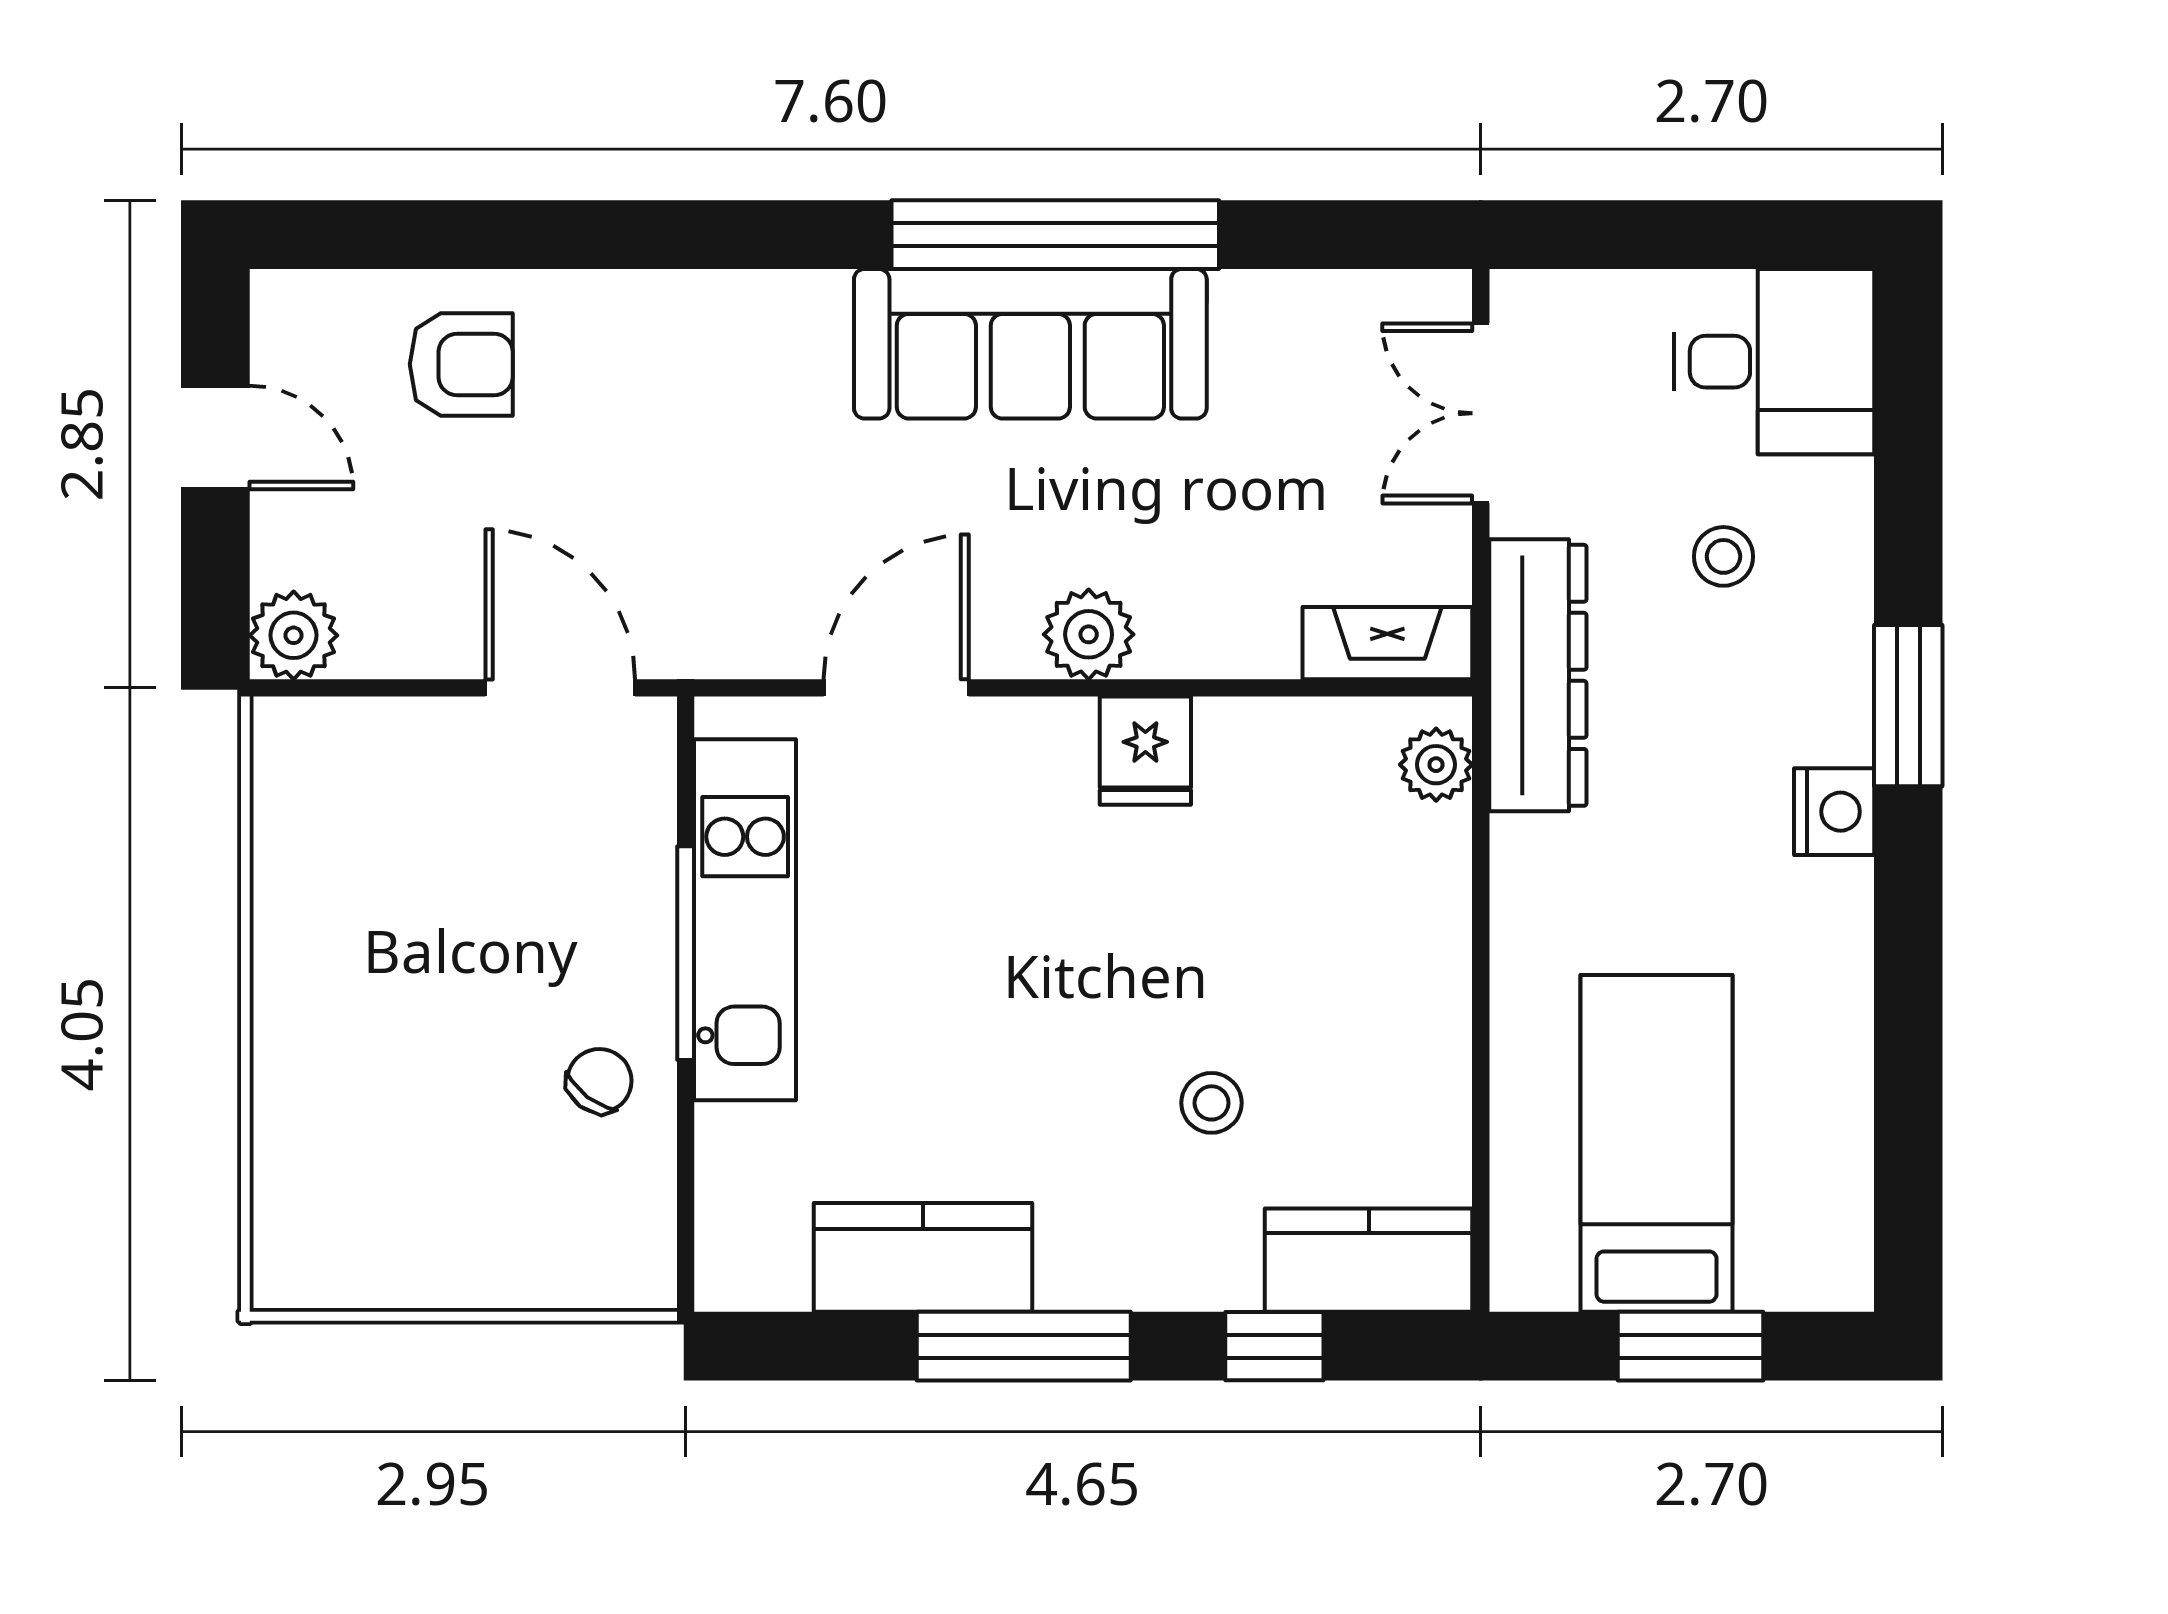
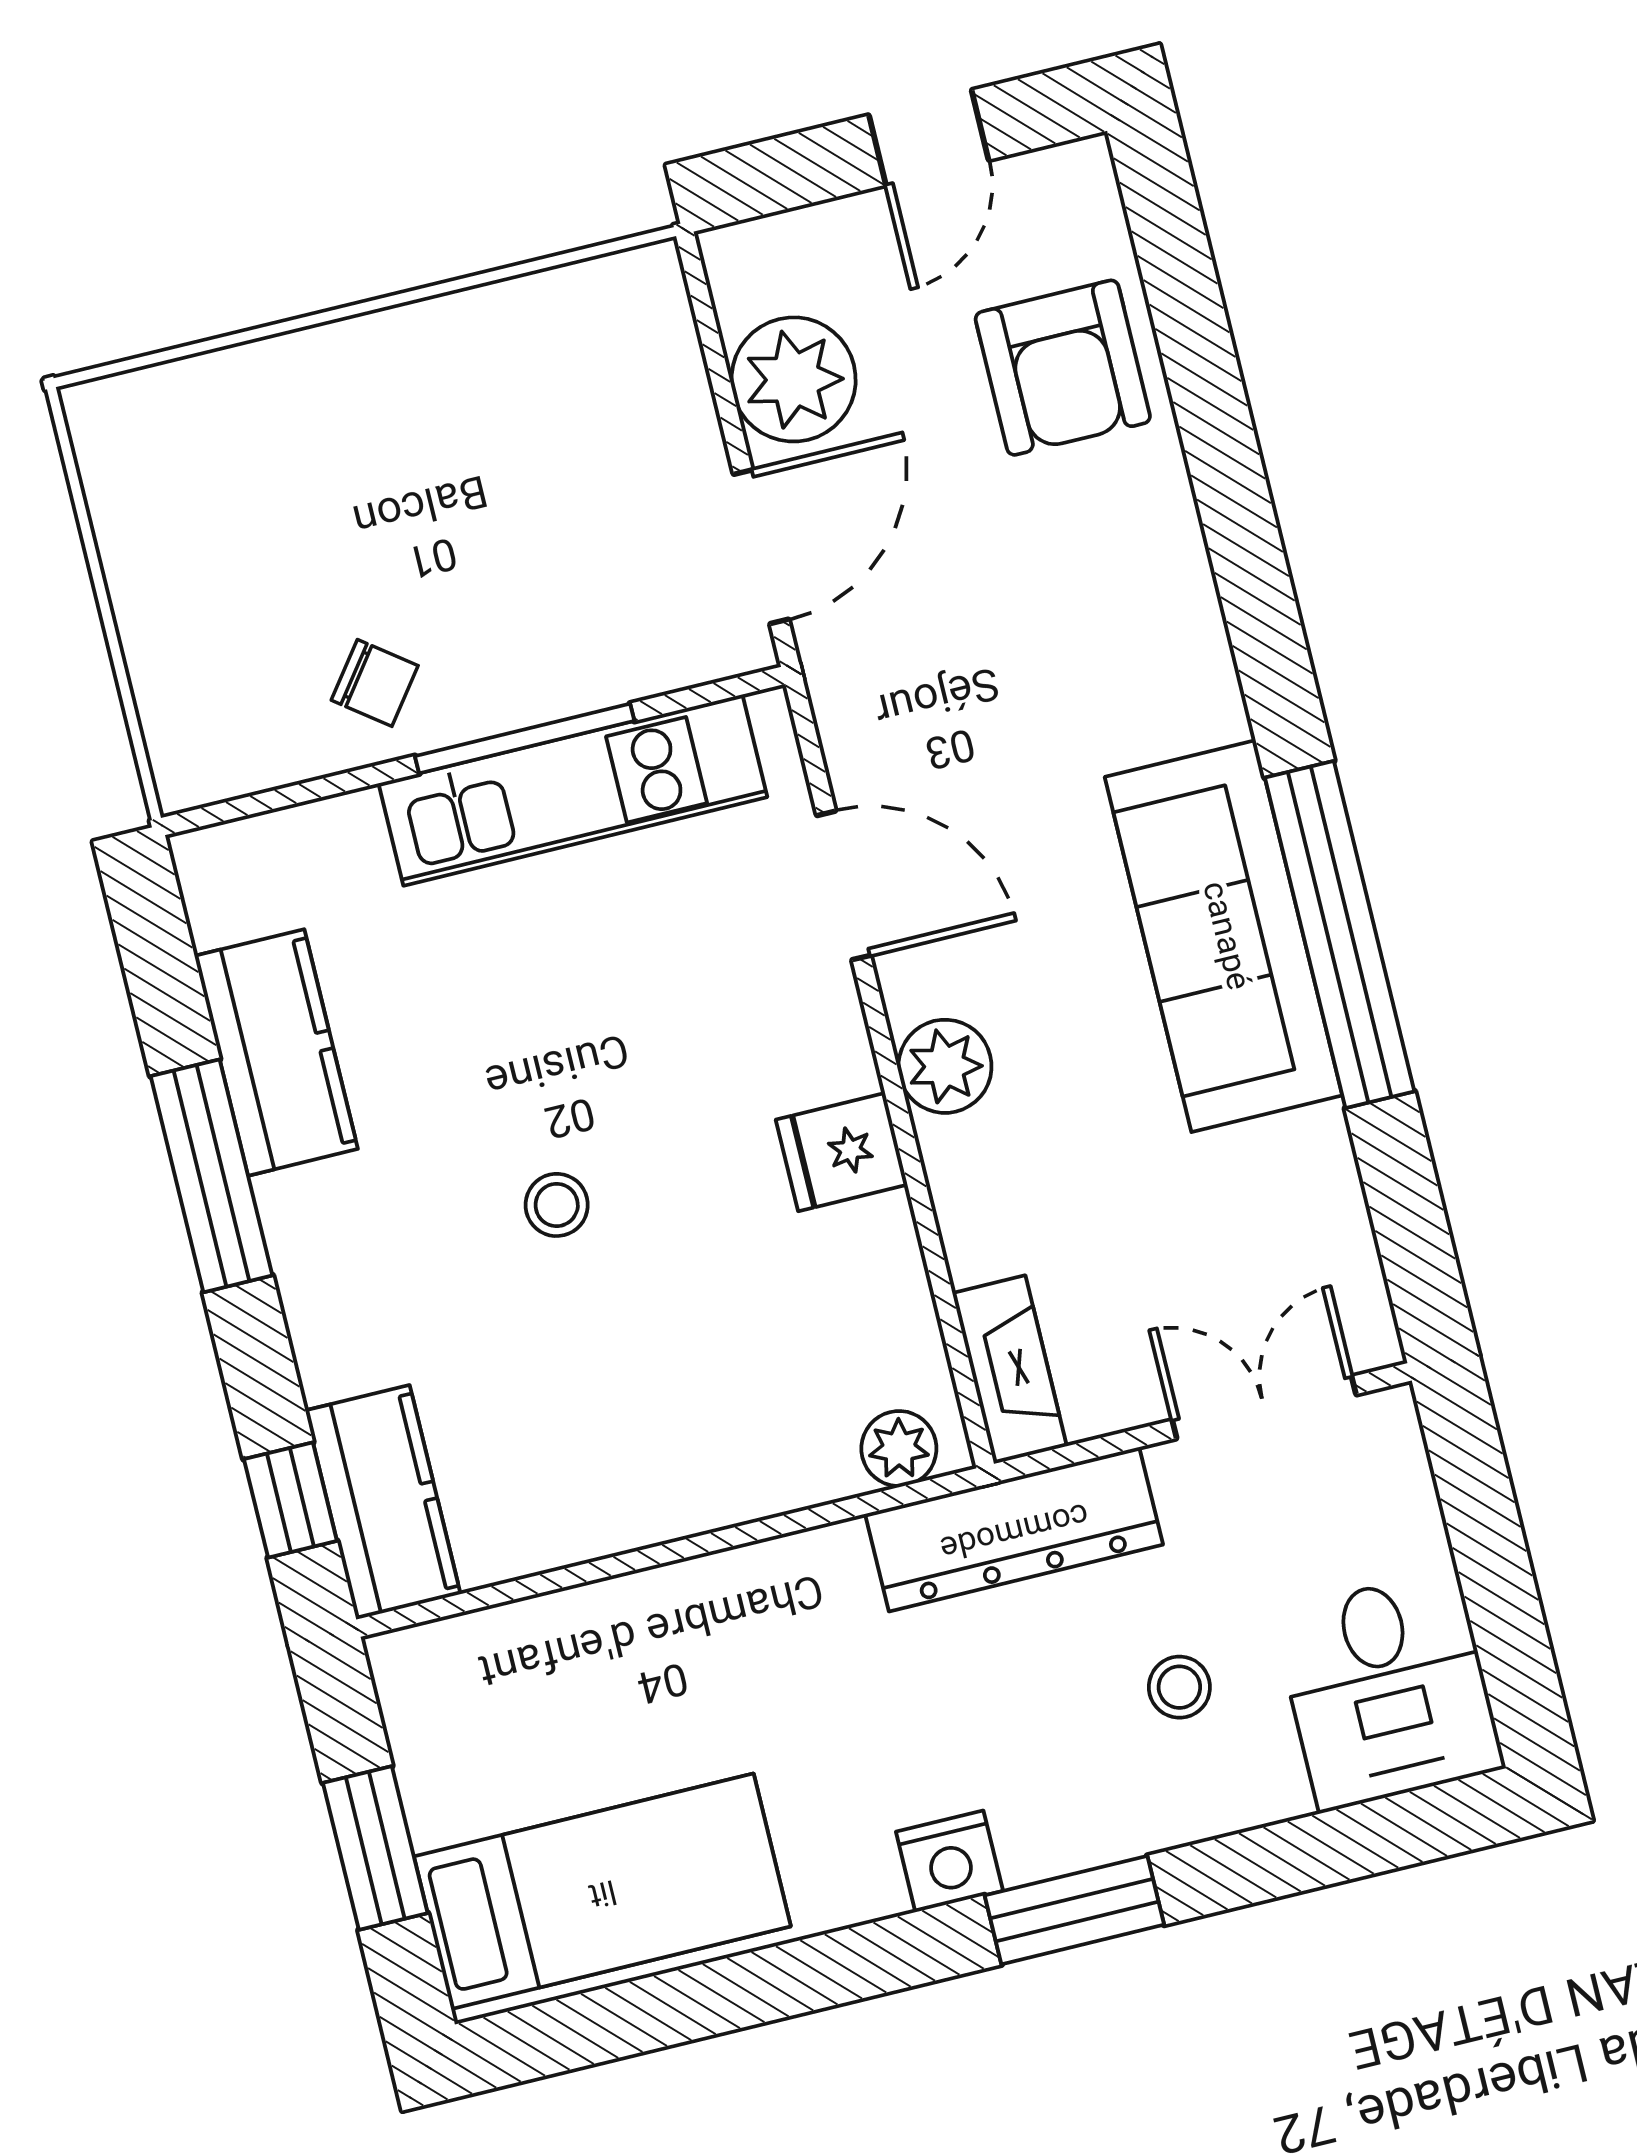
armchair: (461, 364) -> (1063, 368), width x1.38, depth x1.38
plant: (294, 635) -> (794, 379), moved, width x1.36, depth x1.36
stool: (1212, 1103) -> (557, 1205), moved
bed: (1657, 1143) -> (602, 1891), moved
window: (1274, 1346) -> (290, 1500), moved

